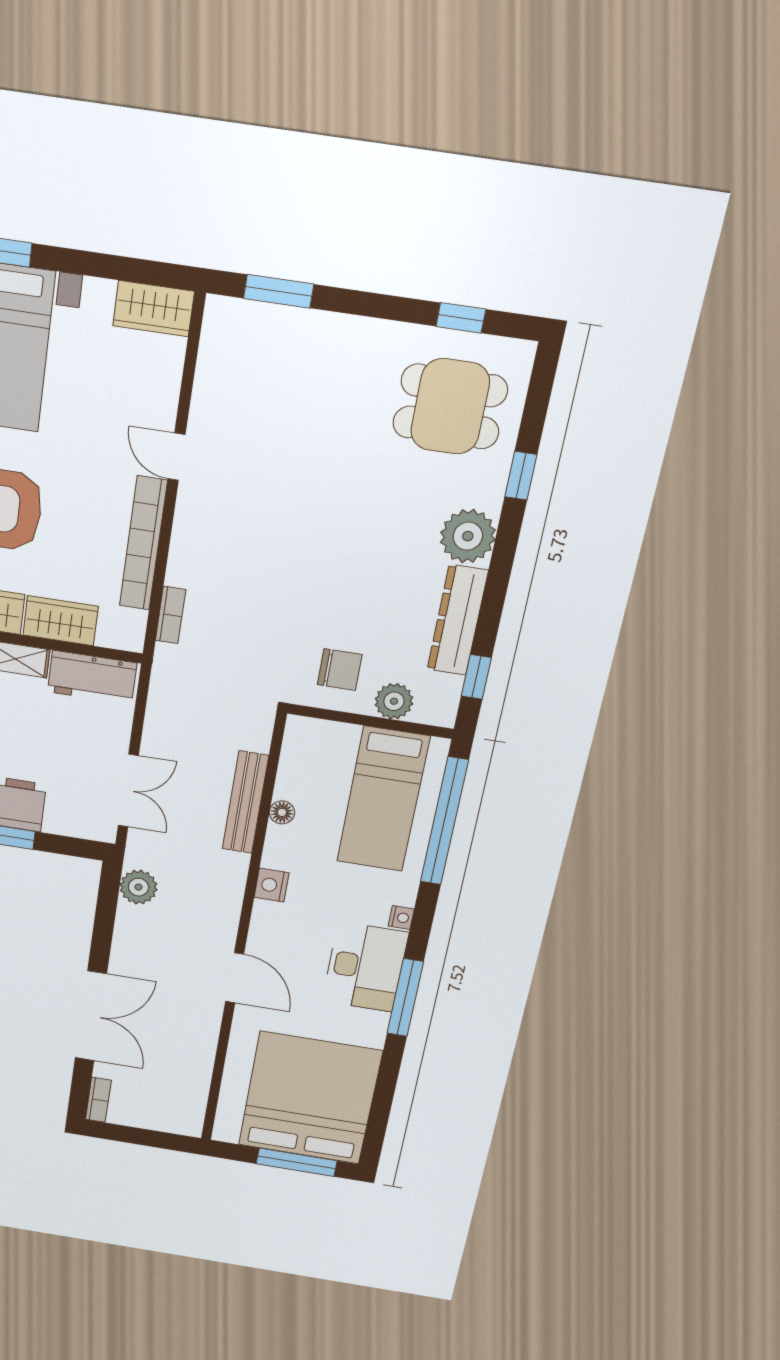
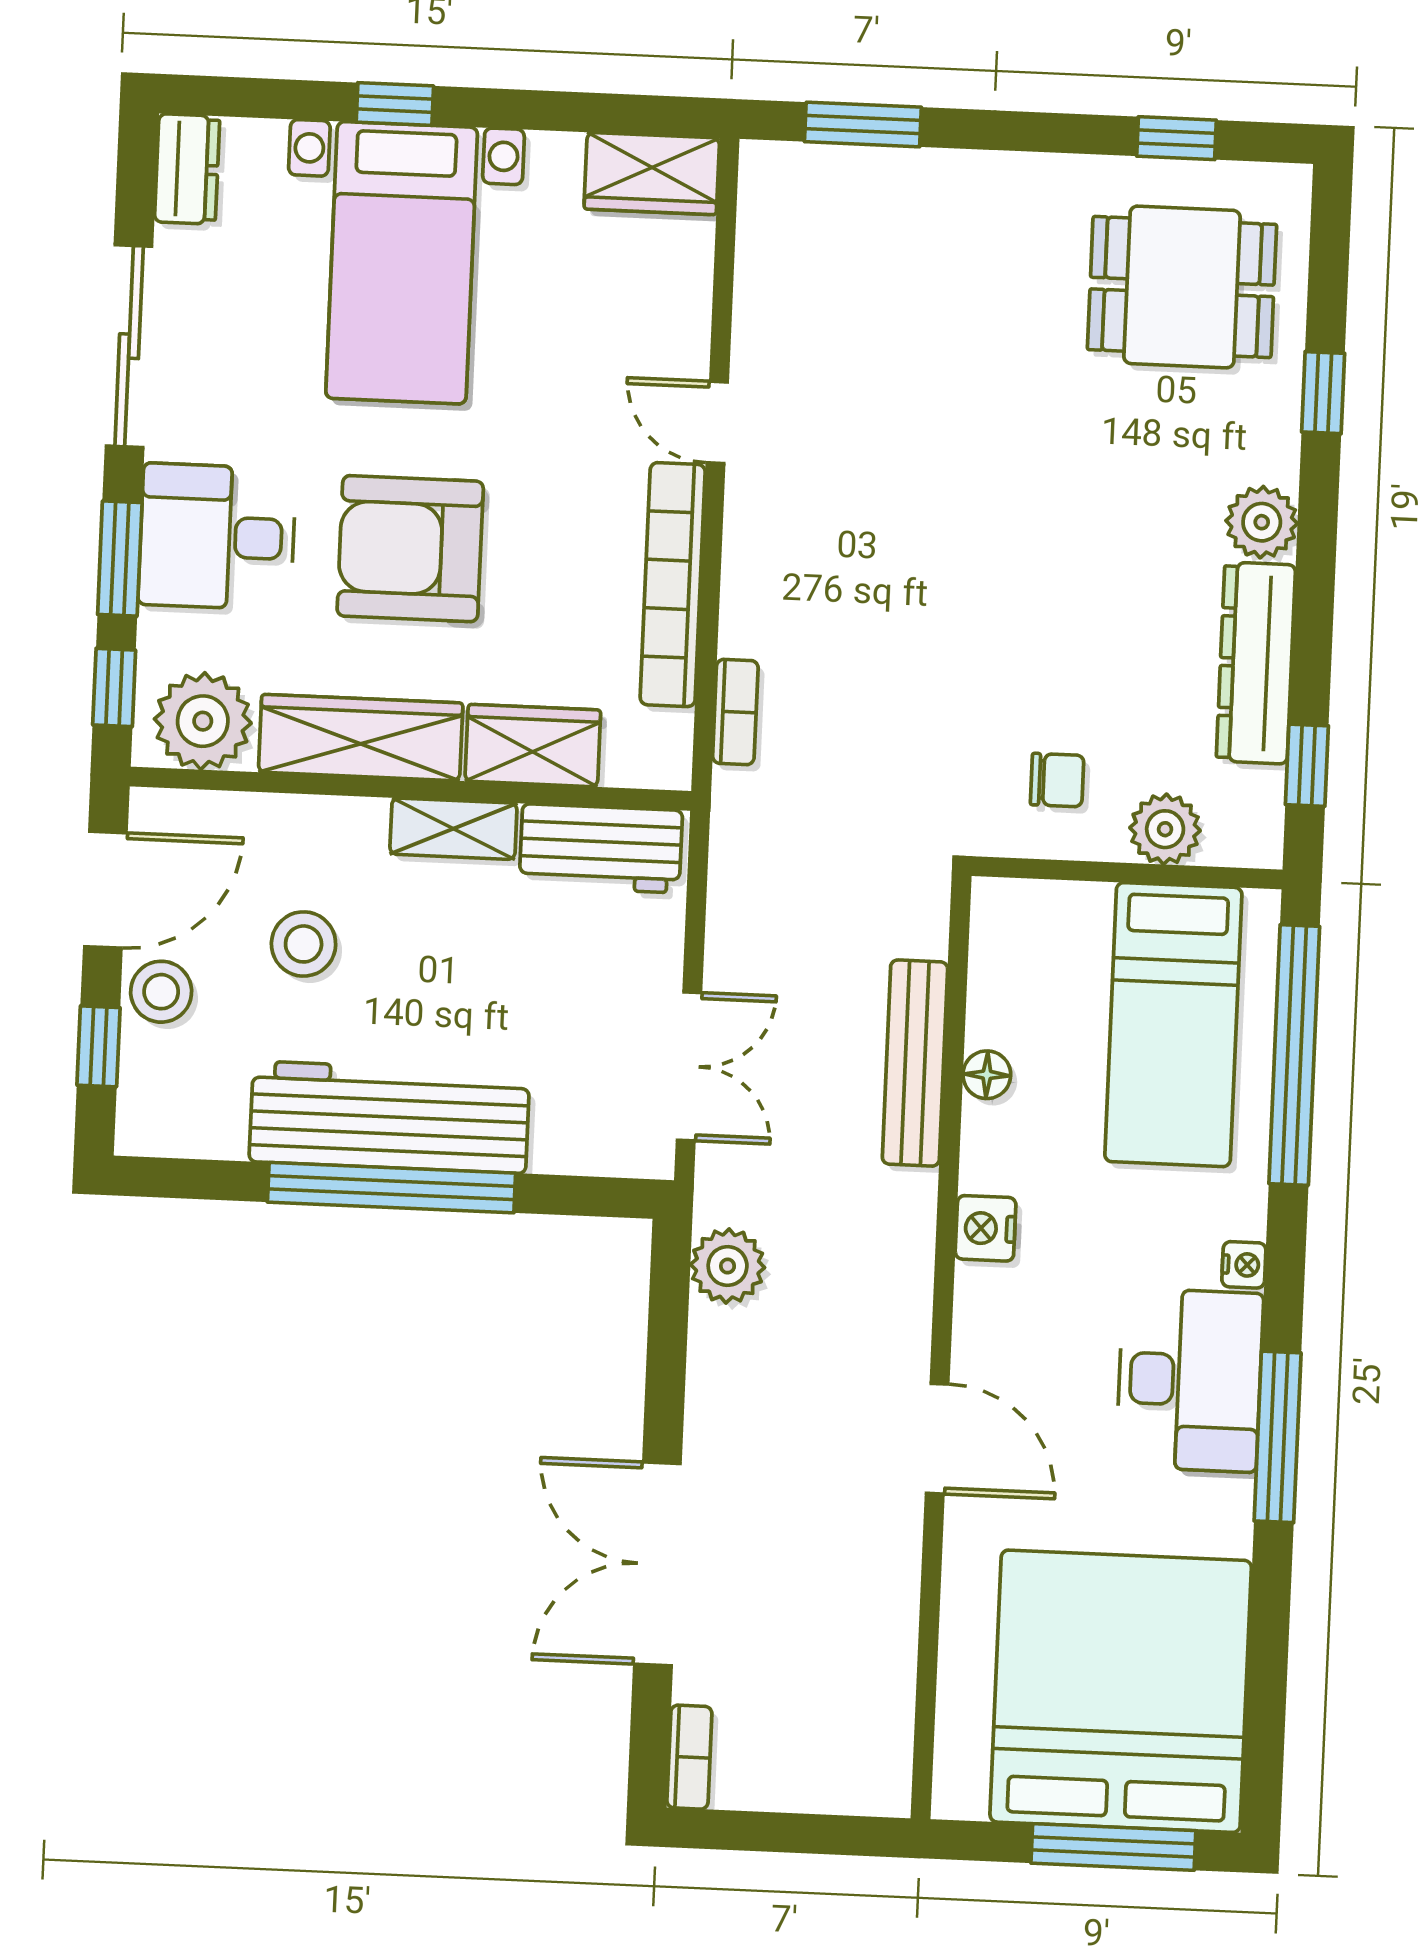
plant: (468, 536) -> (1262, 522), width x0.73, depth x0.73
chair: (340, 670) -> (1057, 780), width x0.73, depth x0.73
double door: (91, 1016) -> (657, 1564), swing flipped

